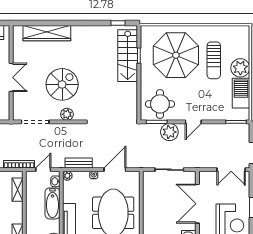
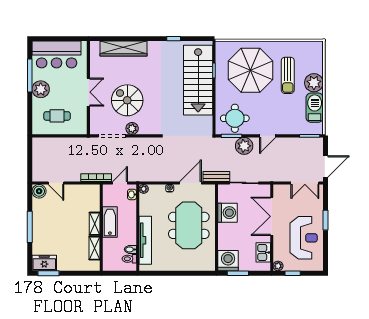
window: (118, 23) -> (174, 39), moved
stairs: (128, 56) -> (198, 80), width x1.36, depth x1.51
spiral stairs: (62, 84) -> (127, 100), moved, turned -90
plant: (67, 114) -> (132, 128), moved
bench: (79, 163) -> (216, 176), moved
shelving: (18, 190) -> (95, 224), moved
washing machine: (152, 200) -> (227, 213), added
bathtub: (52, 203) -> (110, 222), moved, turned 180

